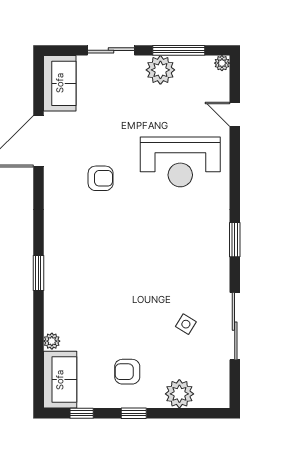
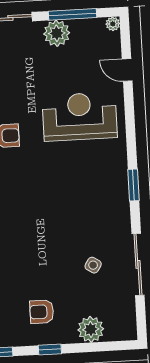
reception desk: (180, 162) -> (80, 117), turned 180

